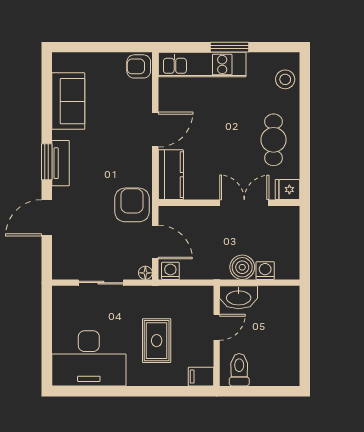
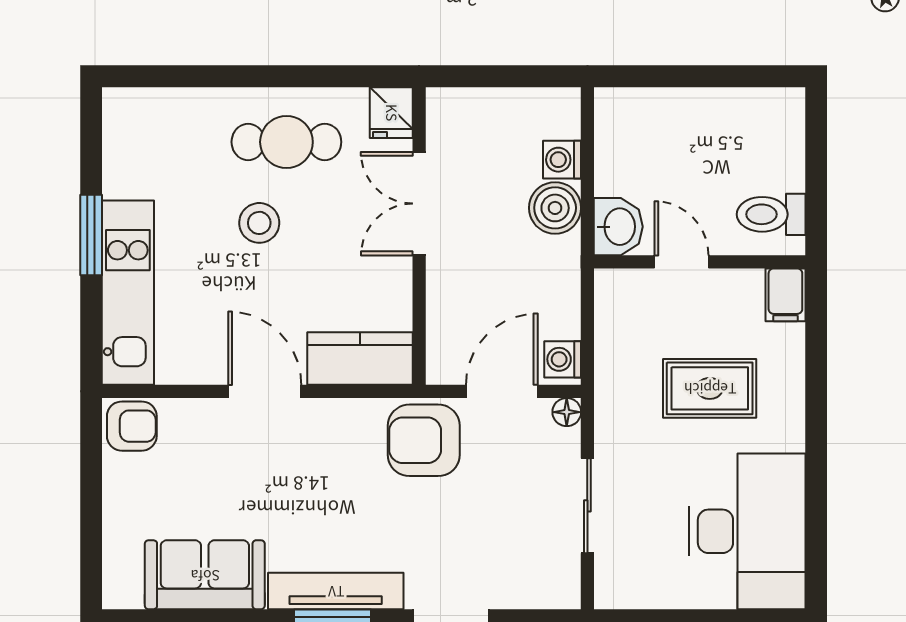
armchair: (139, 66) -> (132, 426), turned -90
stool: (285, 79) -> (259, 223), moved
tv unit: (60, 163) -> (336, 591), width x1.41
washbasin: (239, 297) -> (618, 227), width x0.72

